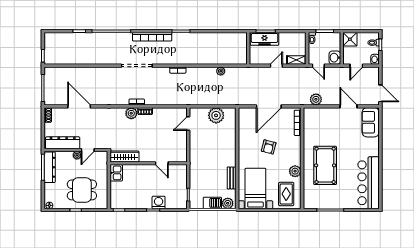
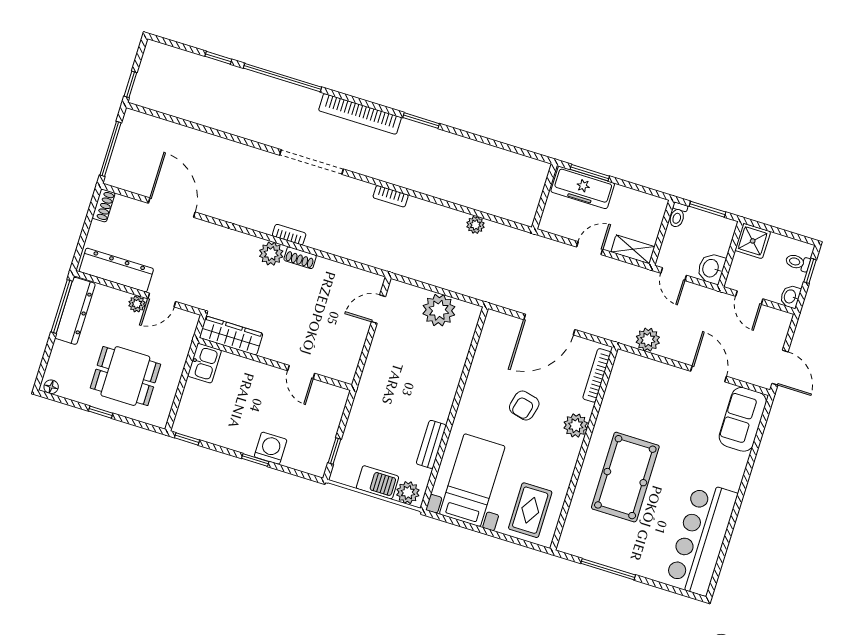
door: (356, 66) -> (749, 298), hinge flipped
plant: (295, 171) -> (576, 425), moved

